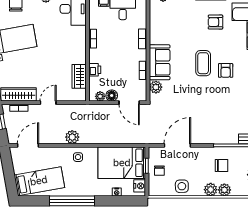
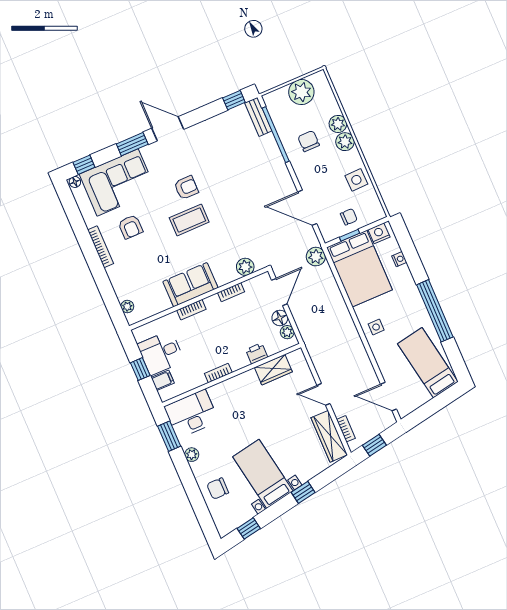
sofa: (160, 62) -> (190, 285), moved
plant: (72, 137) -> (316, 257), moved

